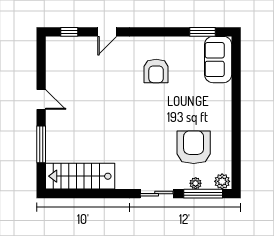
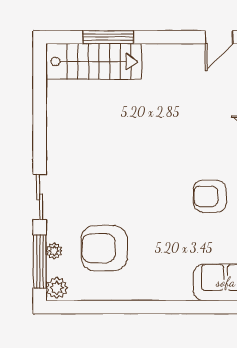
door: (41, 99) -> (219, 37), moved
armchair: (194, 147) -> (104, 248), turned 180
stairs: (80, 176) -> (94, 61), moved, turned 90

